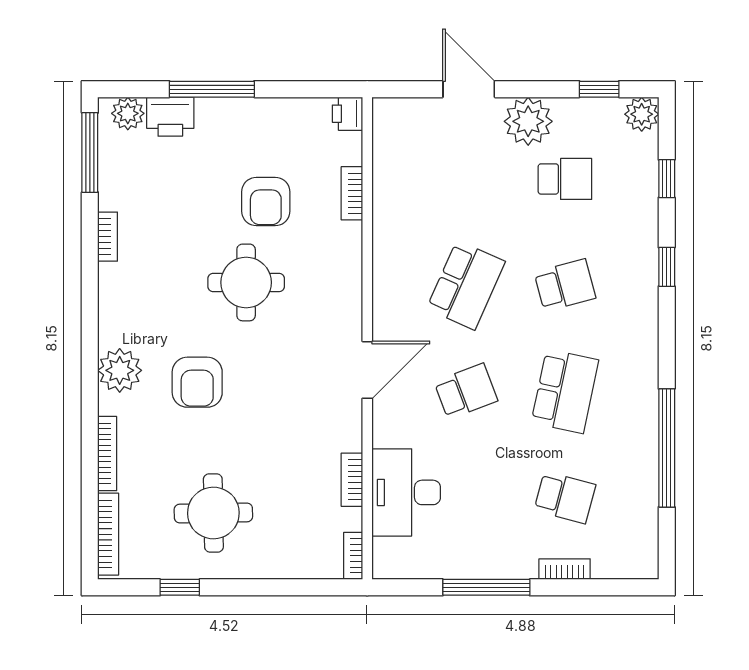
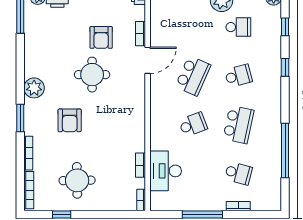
bookcase: (108, 237) -> (28, 54), removed
plant: (120, 370) -> (34, 88), moved
door: (367, 370) -> (148, 60), moved
window: (90, 377) -> (20, 118), added

